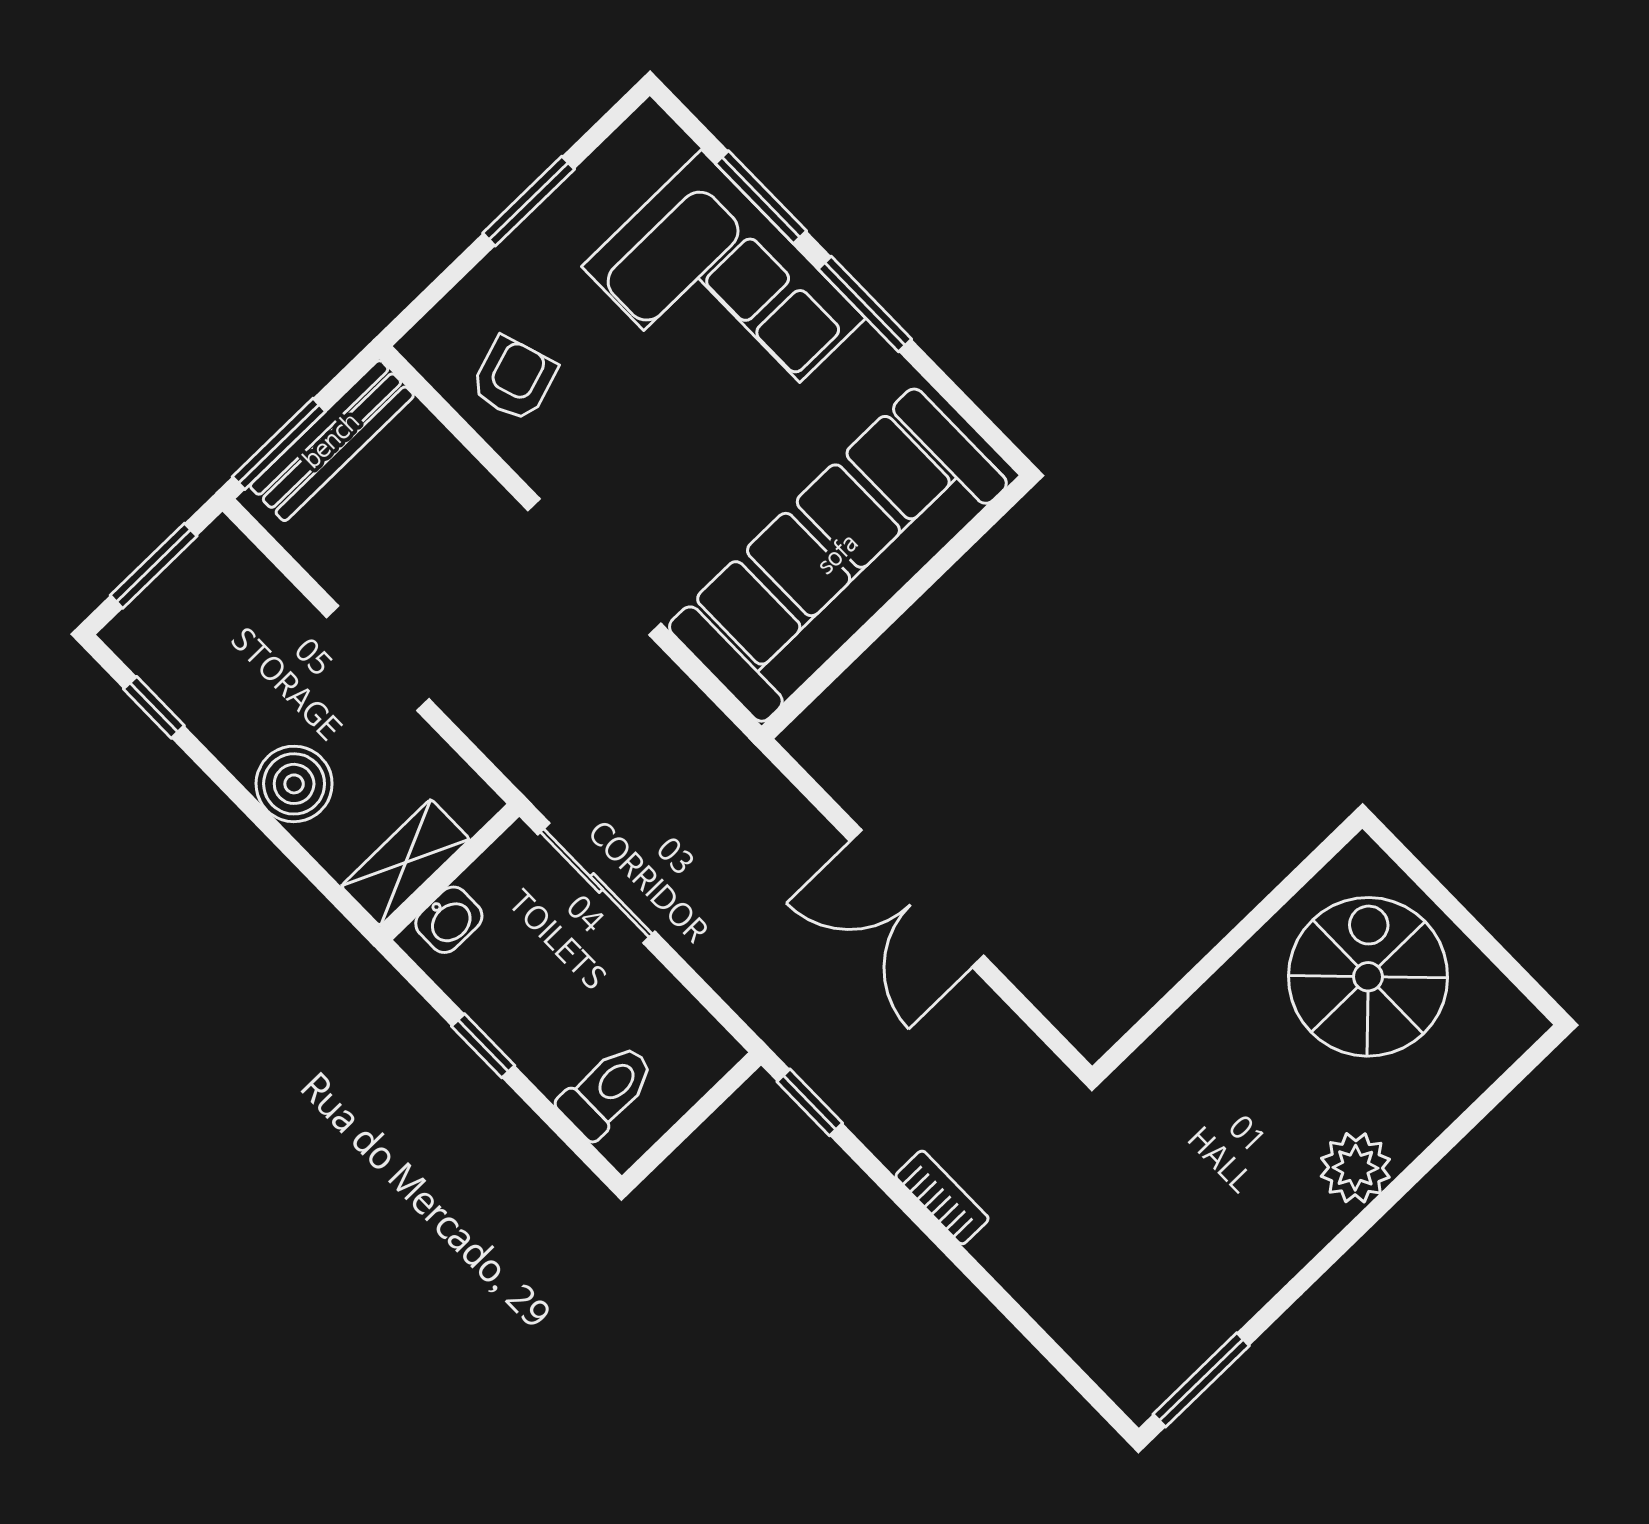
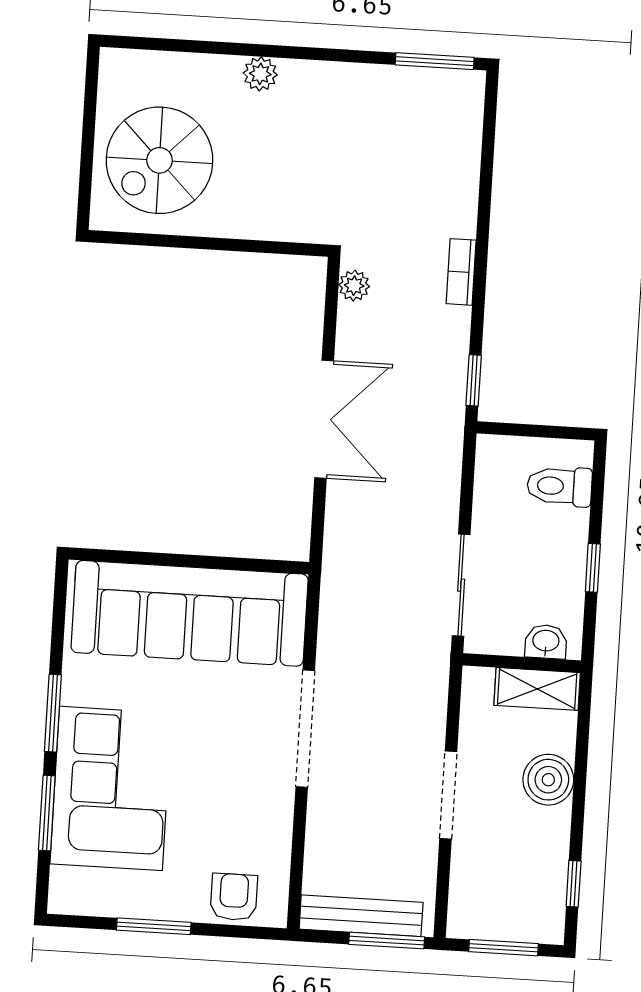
armchair: (514, 379) -> (234, 897), moved, turned 108
plant: (1034, 1066) -> (354, 286), added
plant: (1355, 1168) -> (260, 74), width x0.73, depth x0.73

